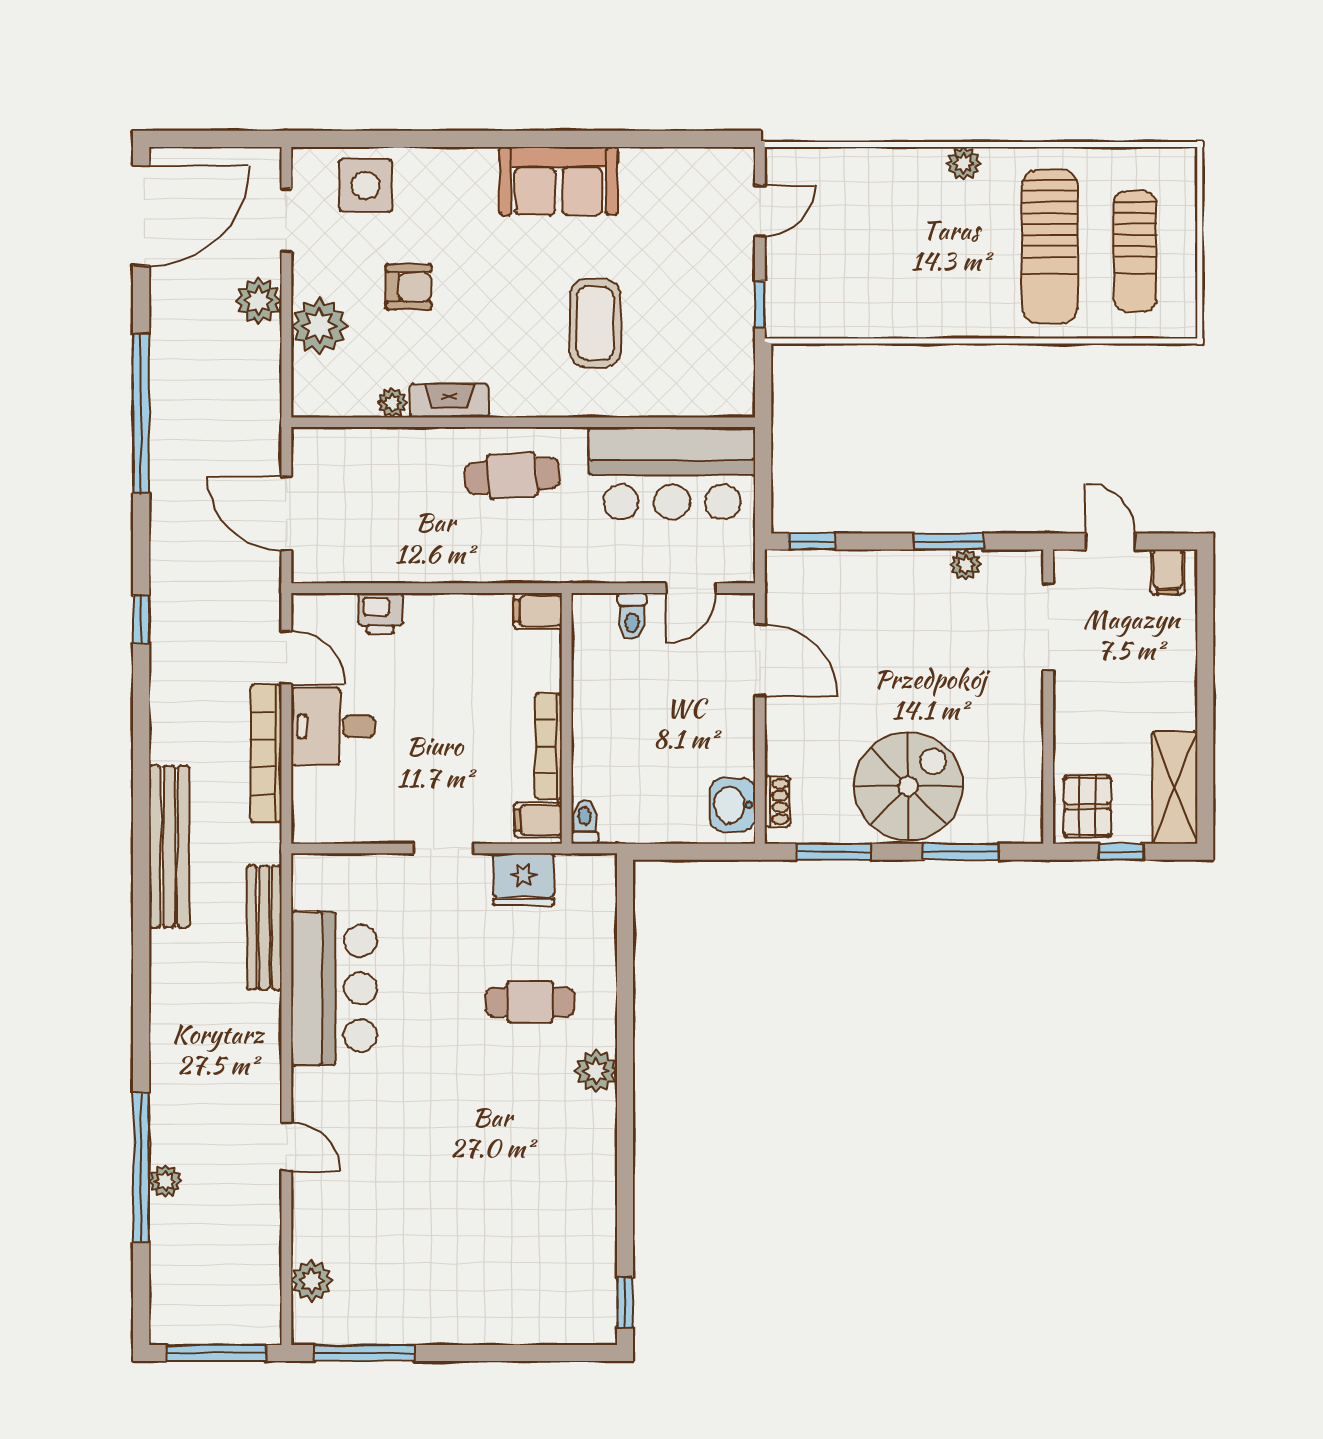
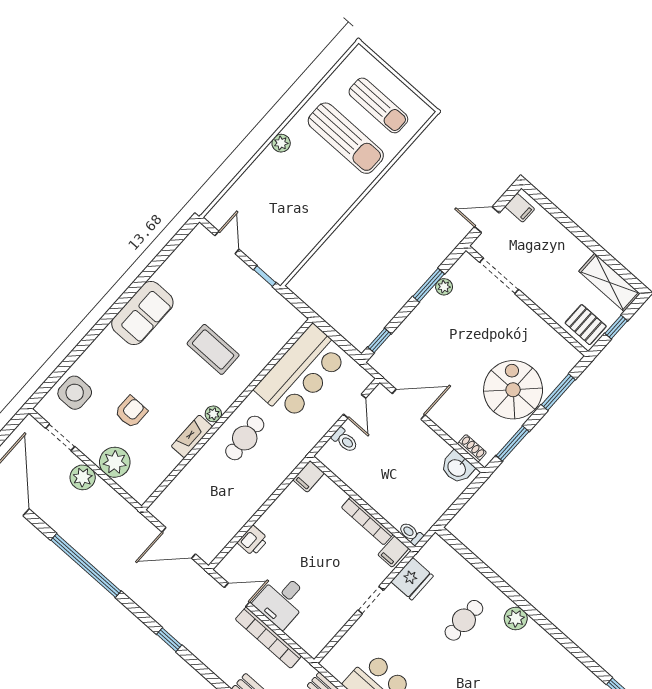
plant: (392, 403) -> (213, 414), moved

